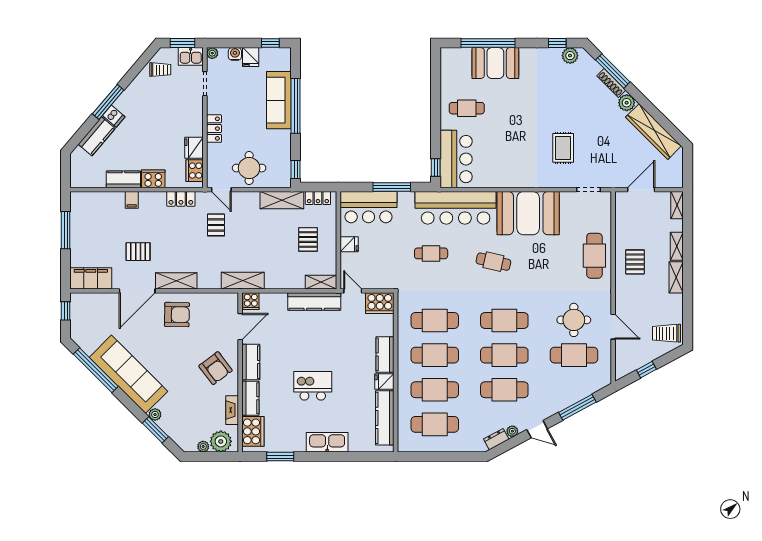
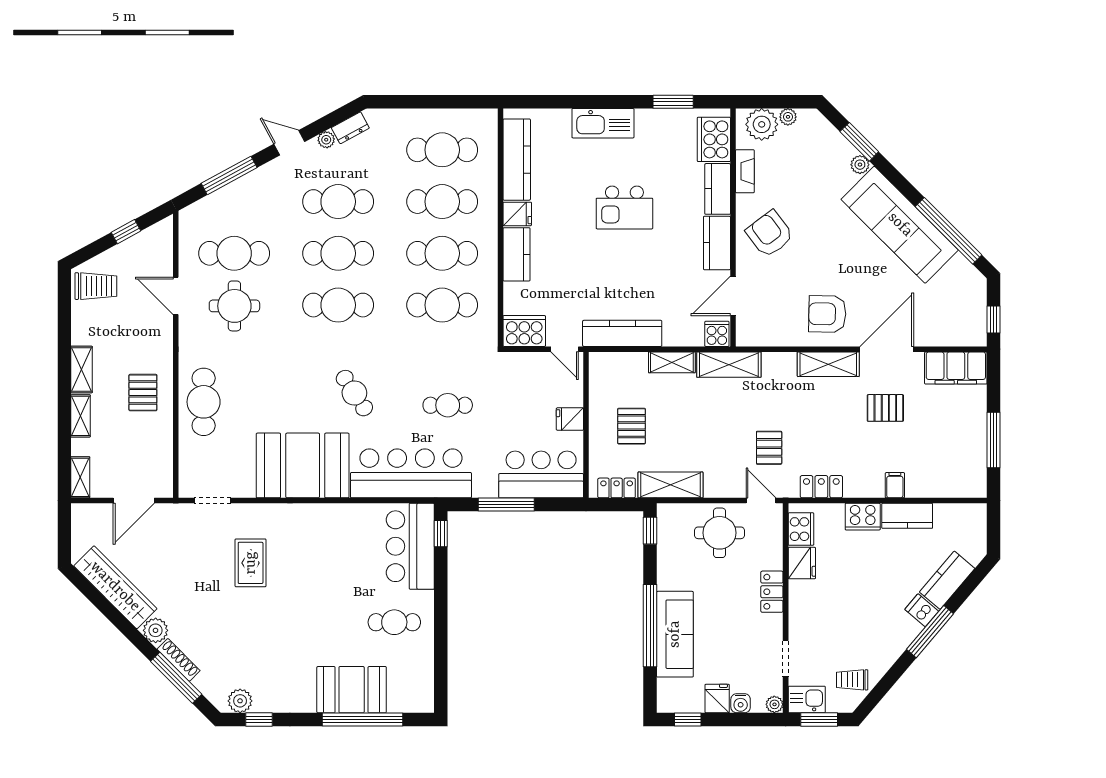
cafe table: (493, 262) -> (354, 393), turned 44
shelving: (321, 282) -> (672, 362), moved

